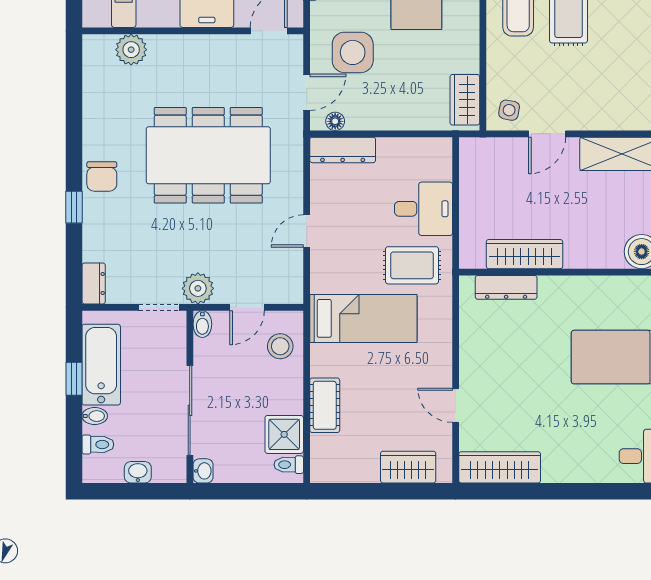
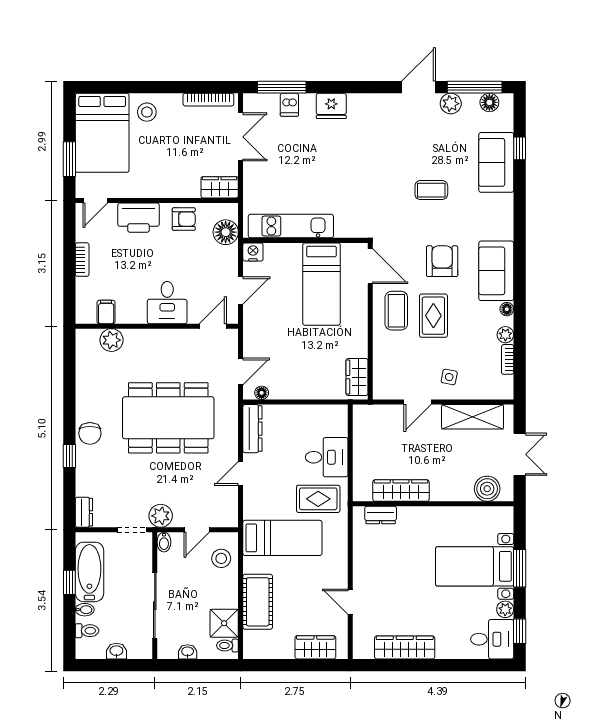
side table: (353, 52) -> (275, 342), removed
side table: (509, 110) -> (449, 377), moved
dresser: (343, 150) -> (252, 429), moved, turned -90
dresser: (506, 287) -> (381, 515), width x0.70
cot: (325, 405) -> (258, 602), width x1.37, depth x1.34
wardrobe: (500, 467) -> (405, 647), moved
washbasin: (203, 471) -> (188, 652), moved, turned -90

